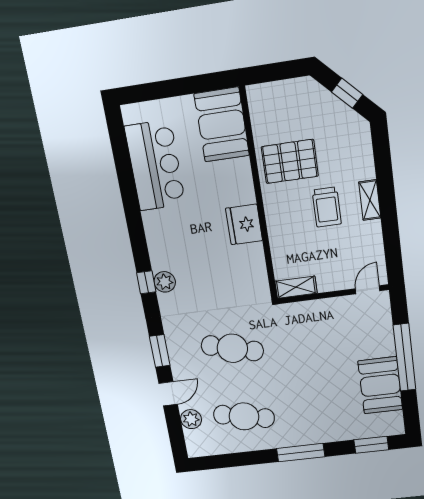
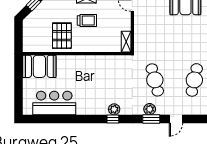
fridge: (244, 224) -> (90, 63), removed
cafe table: (232, 348) -> (155, 80), turned -30
door: (168, 394) -> (176, 119), swing flipped
plant: (191, 419) -> (150, 109), moved

